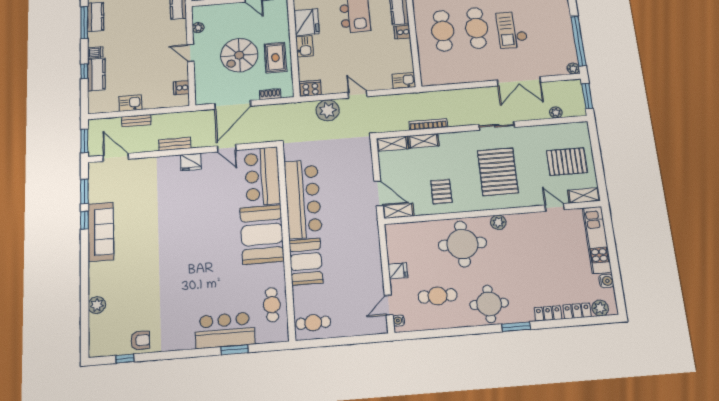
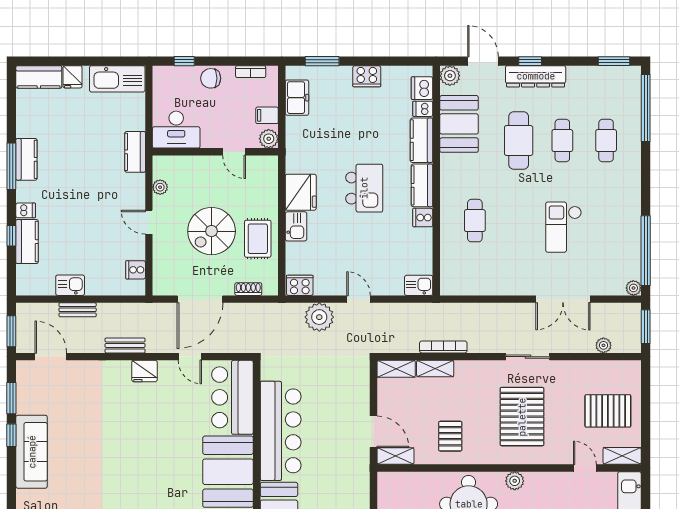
cafe table: (477, 28) -> (519, 221), removed
cafe table: (443, 31) -> (475, 221), width x0.73, depth x0.74

